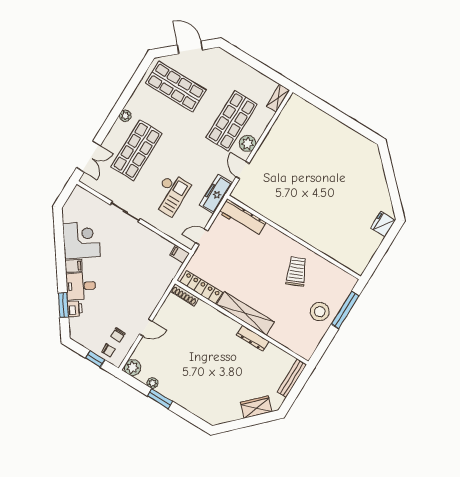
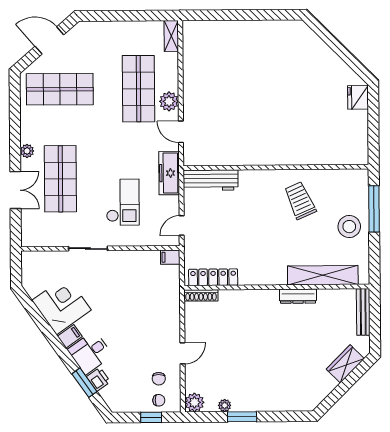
double door: (89, 156) -> (15, 190), moved
shelving: (245, 313) -> (323, 275), moved

